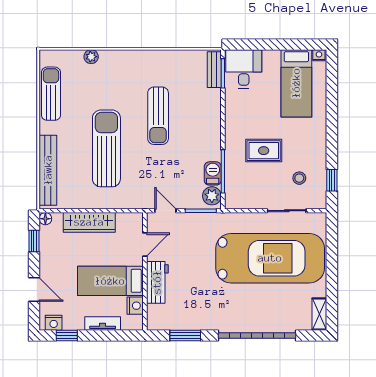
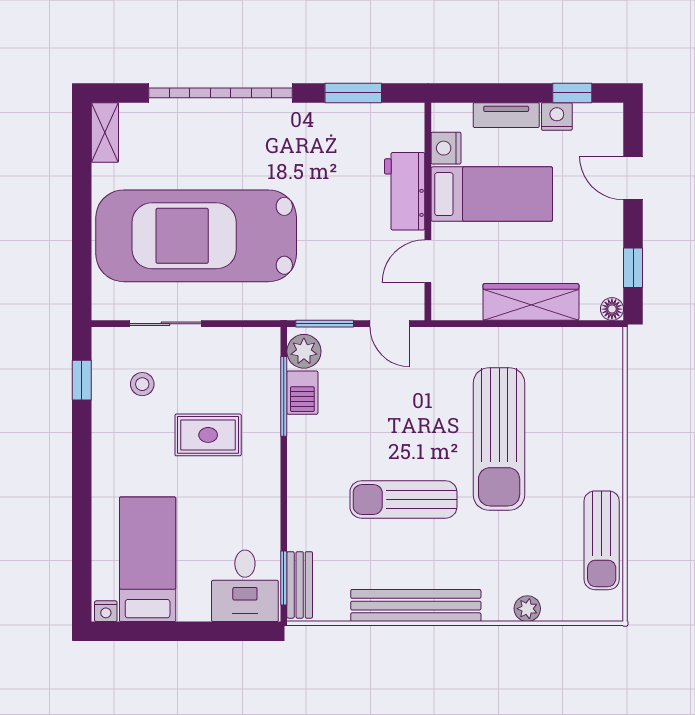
sun lounger: (158, 116) -> (403, 499), turned -90
bench: (48, 170) -> (416, 606), moved, turned 90
nightstand: (54, 323) -> (557, 117), moved

